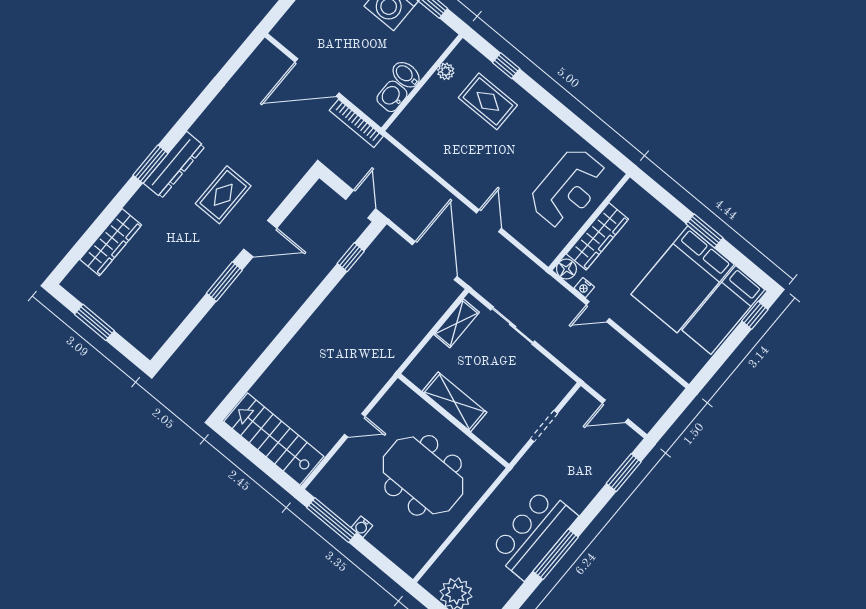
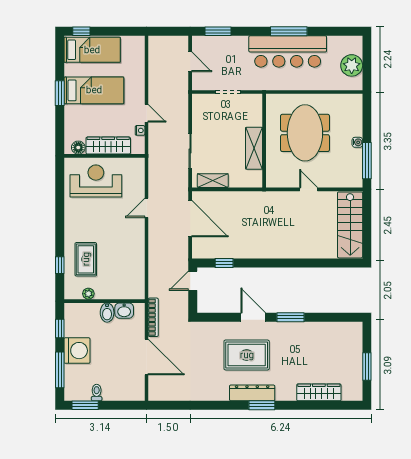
rug: (223, 195) -> (247, 355), width x1.36, depth x1.43
door: (435, 261) -> (190, 219), swing flipped
floor lamp: (566, 269) -> (78, 148), moved
bed: (683, 279) -> (94, 90), width x0.67
bar counter: (533, 534) -> (288, 51), width x1.36

